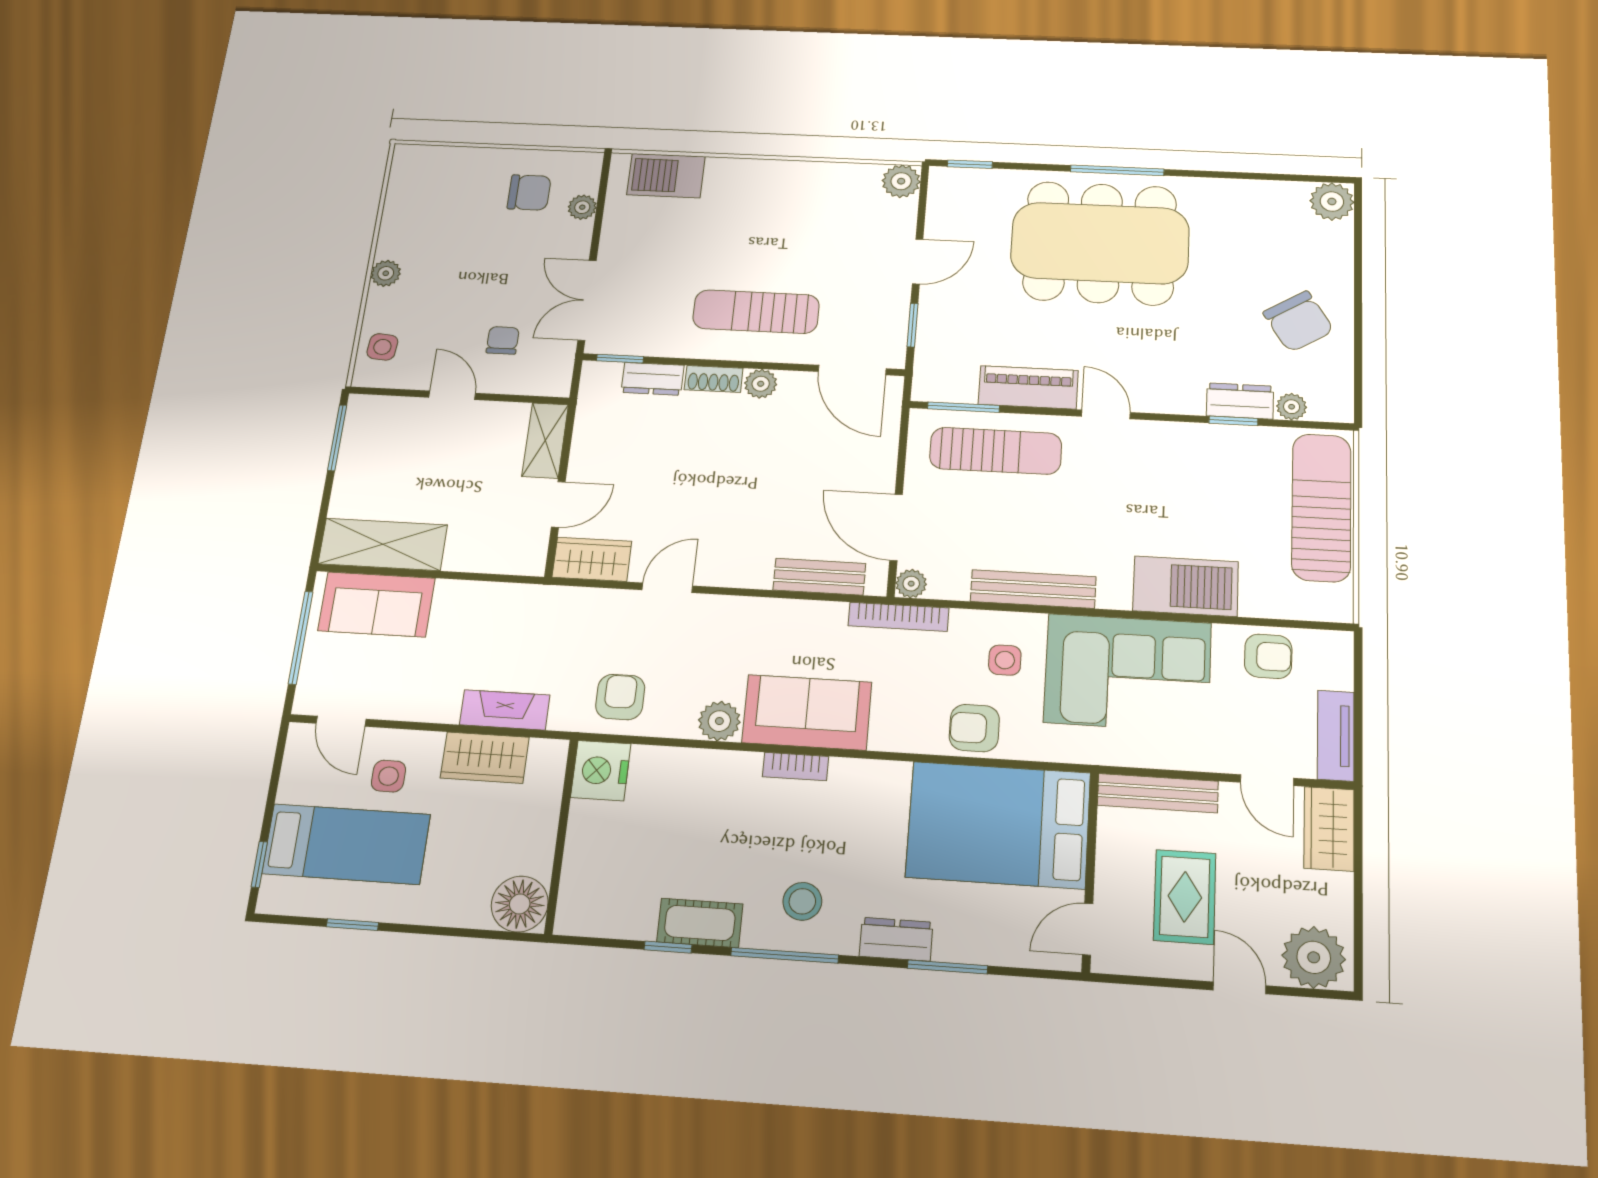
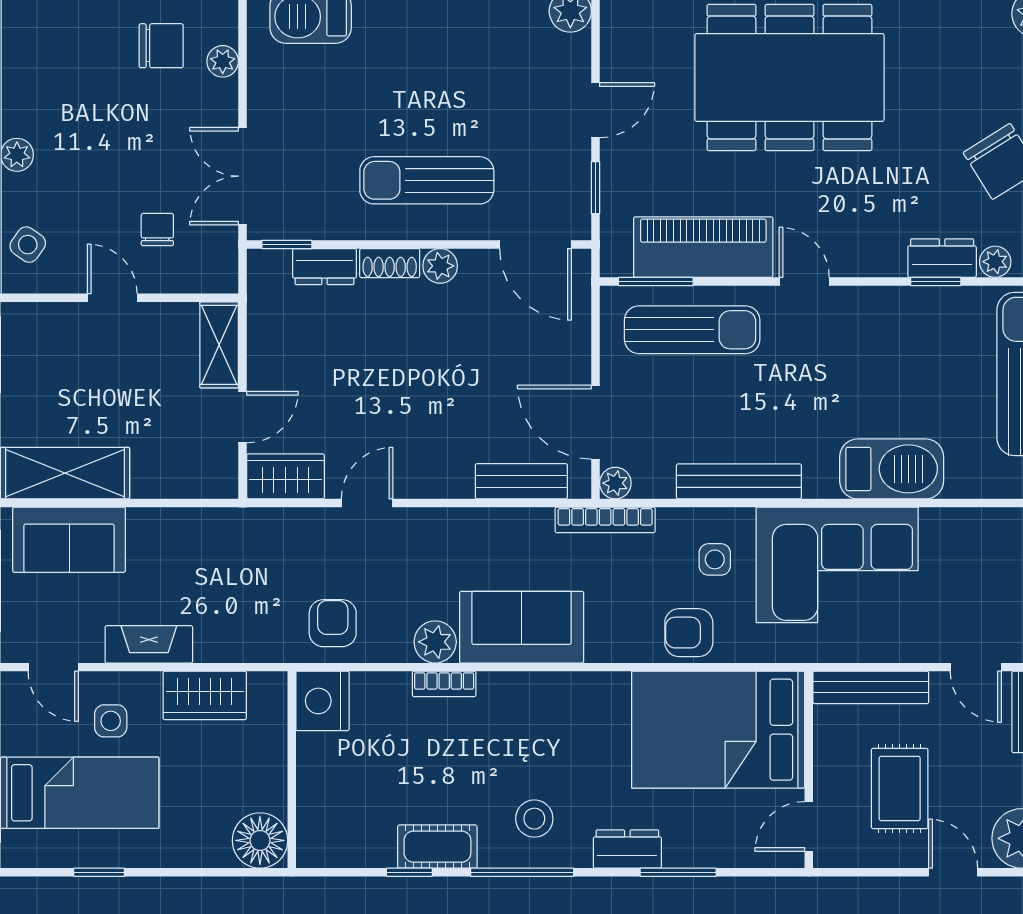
side table: (382, 347) -> (28, 245), turned 30
piano: (1028, 387) -> (703, 247), width x1.37, depth x1.33
armchair: (1268, 656) -> (975, 539), removed
fireplace: (505, 710) -> (149, 644), moved
bookcase: (796, 767) -> (444, 684), moved

